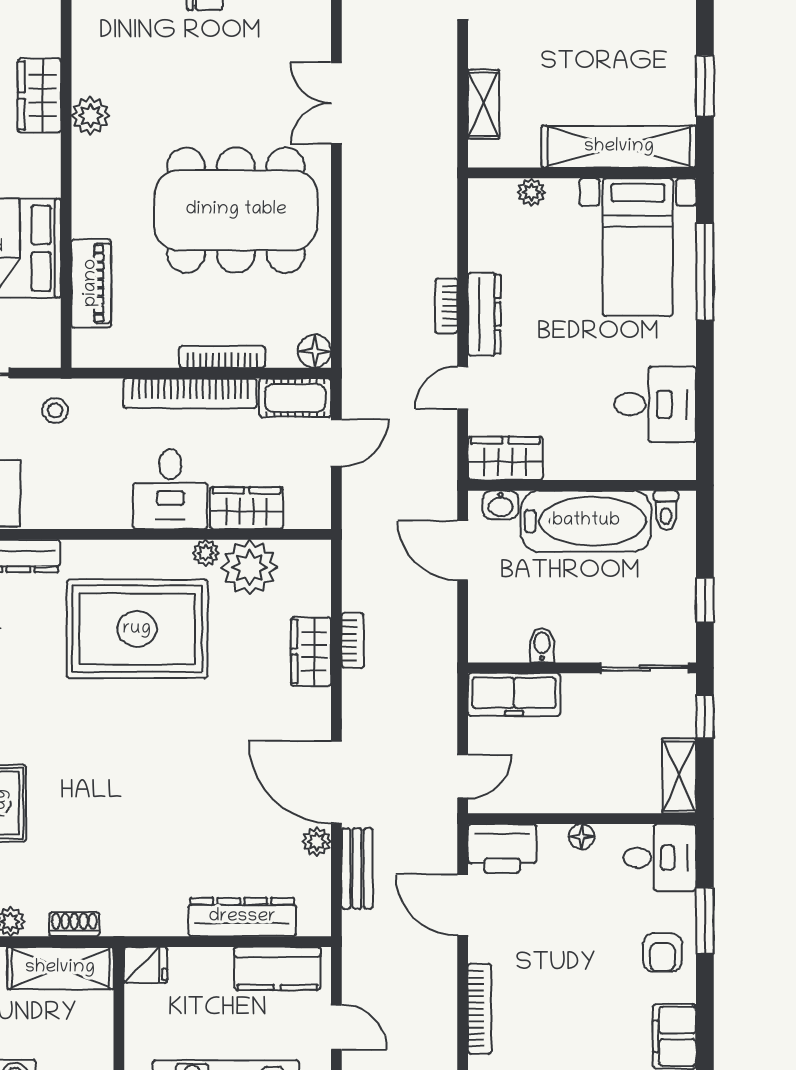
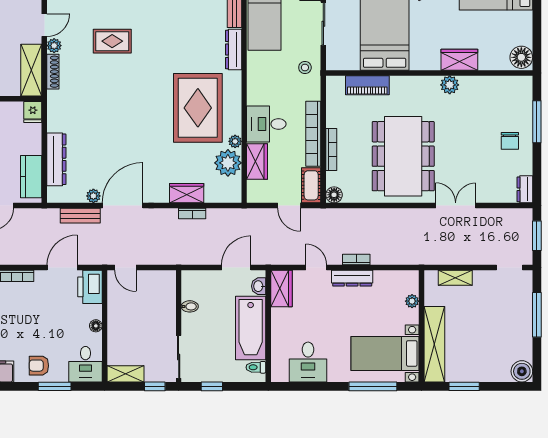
freezer: (514, 694) -> (166, 293), removed
shoe rack: (74, 924) -> (53, 72), width x1.43

